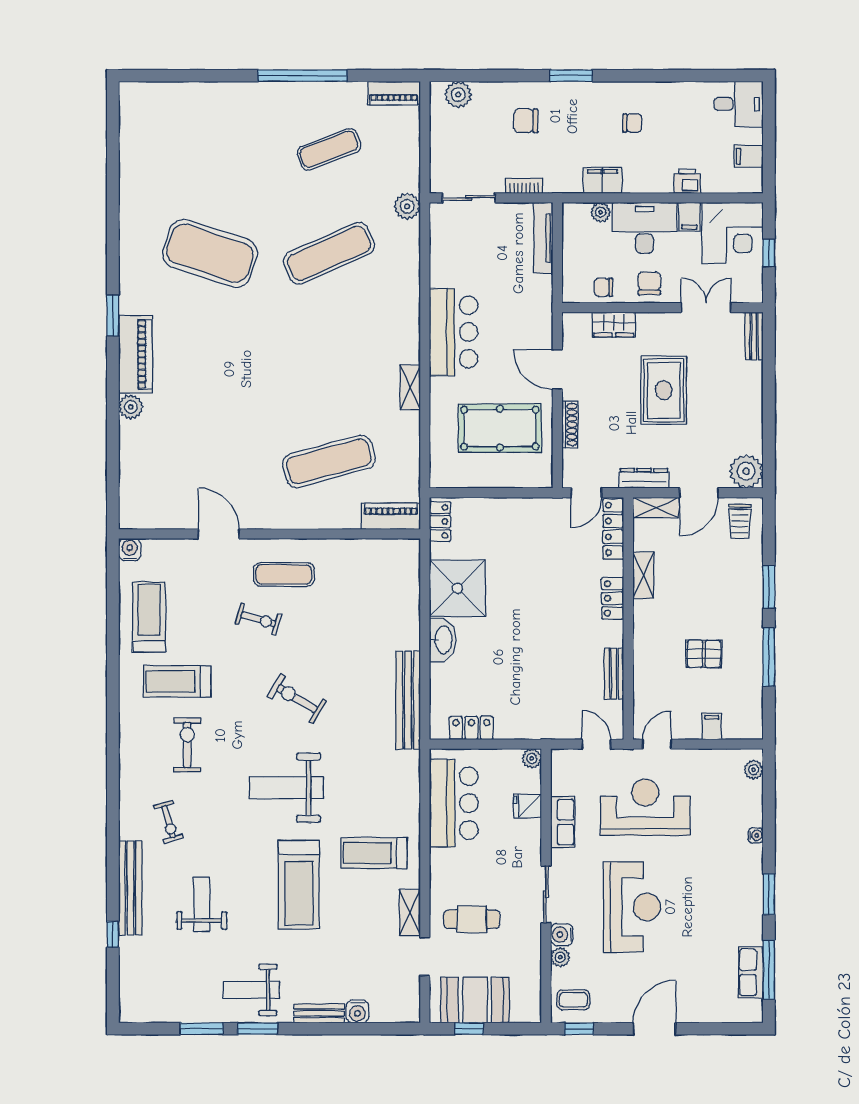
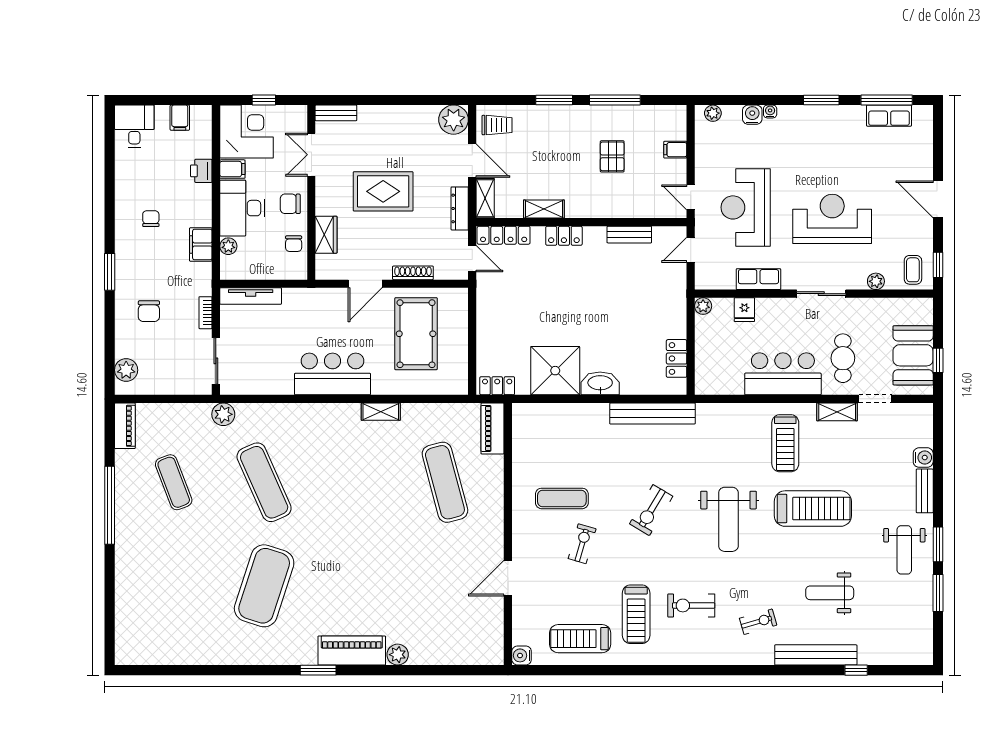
exercise mat: (284, 574) -> (562, 498), moved, turned 90
bar counter: (454, 803) -> (783, 374), moved
water cooler: (562, 935) -> (752, 115), moved, turned 180

